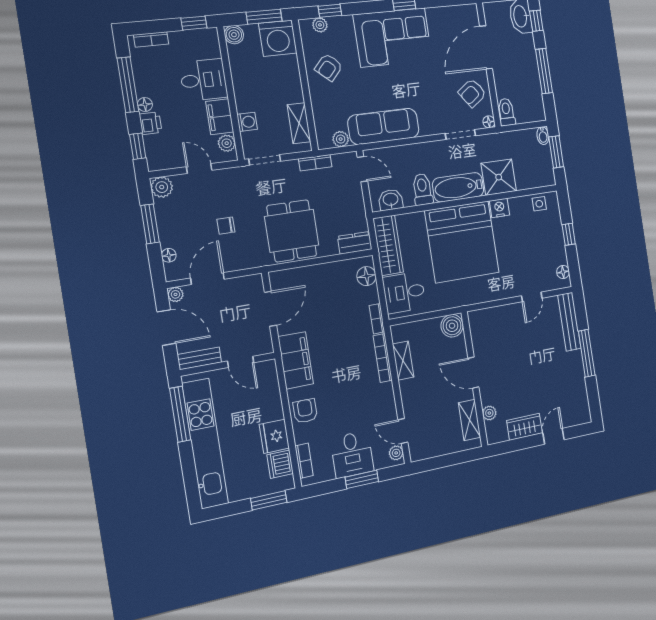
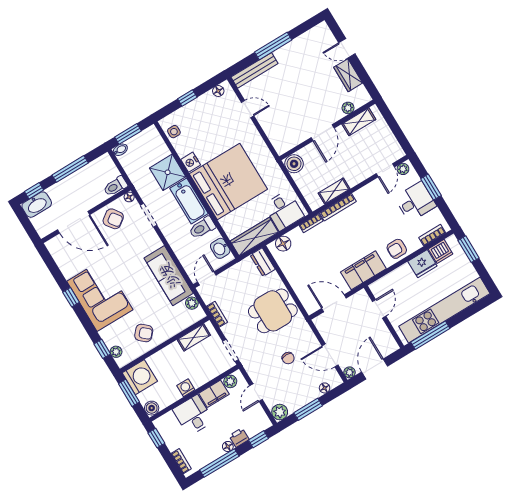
washing machine: (247, 122) -> (186, 388), moved
bench: (199, 358) -> (387, 338), removed

